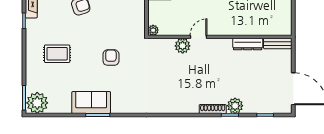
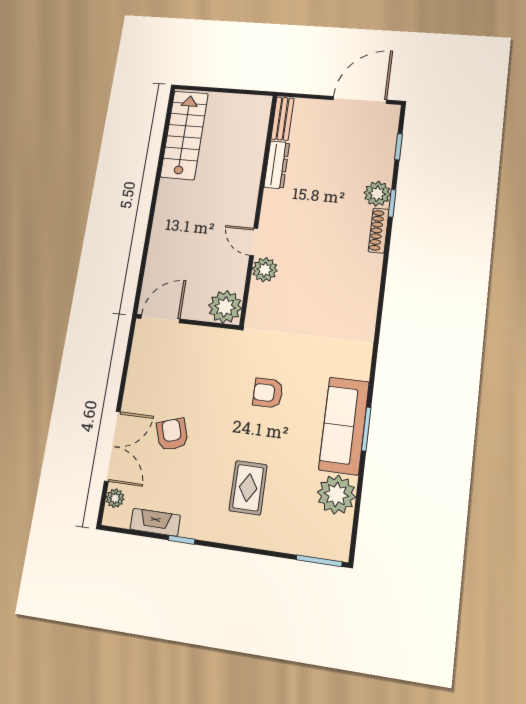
plant: (153, 30) -> (225, 307), width x1.88, depth x1.88
plant: (37, 103) -> (336, 495), moved
sofa: (91, 103) -> (344, 426), width x1.36

